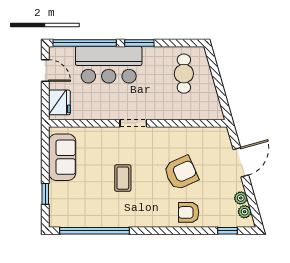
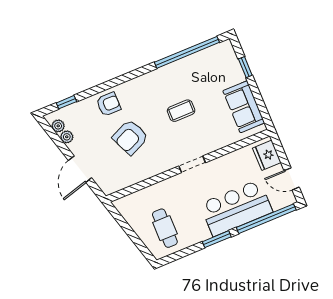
coffee table: (123, 178) -> (181, 111), turned 90

